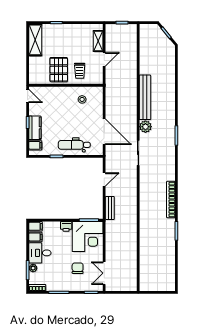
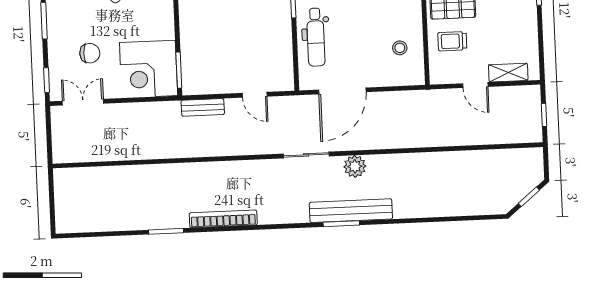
bench: (145, 97) -> (351, 211), moved
dental chair: (74, 145) -> (316, 37), turned 180
printer: (66, 226) -> (165, 29), removed

